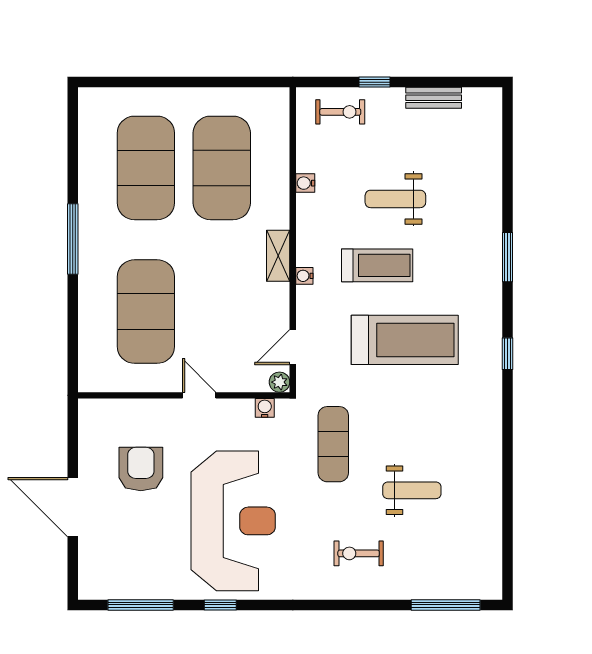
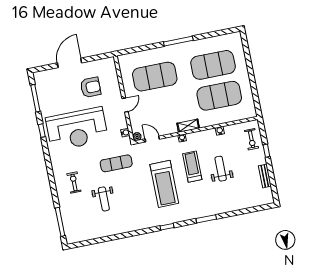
treadmill: (377, 265) -> (192, 167), turned 180

